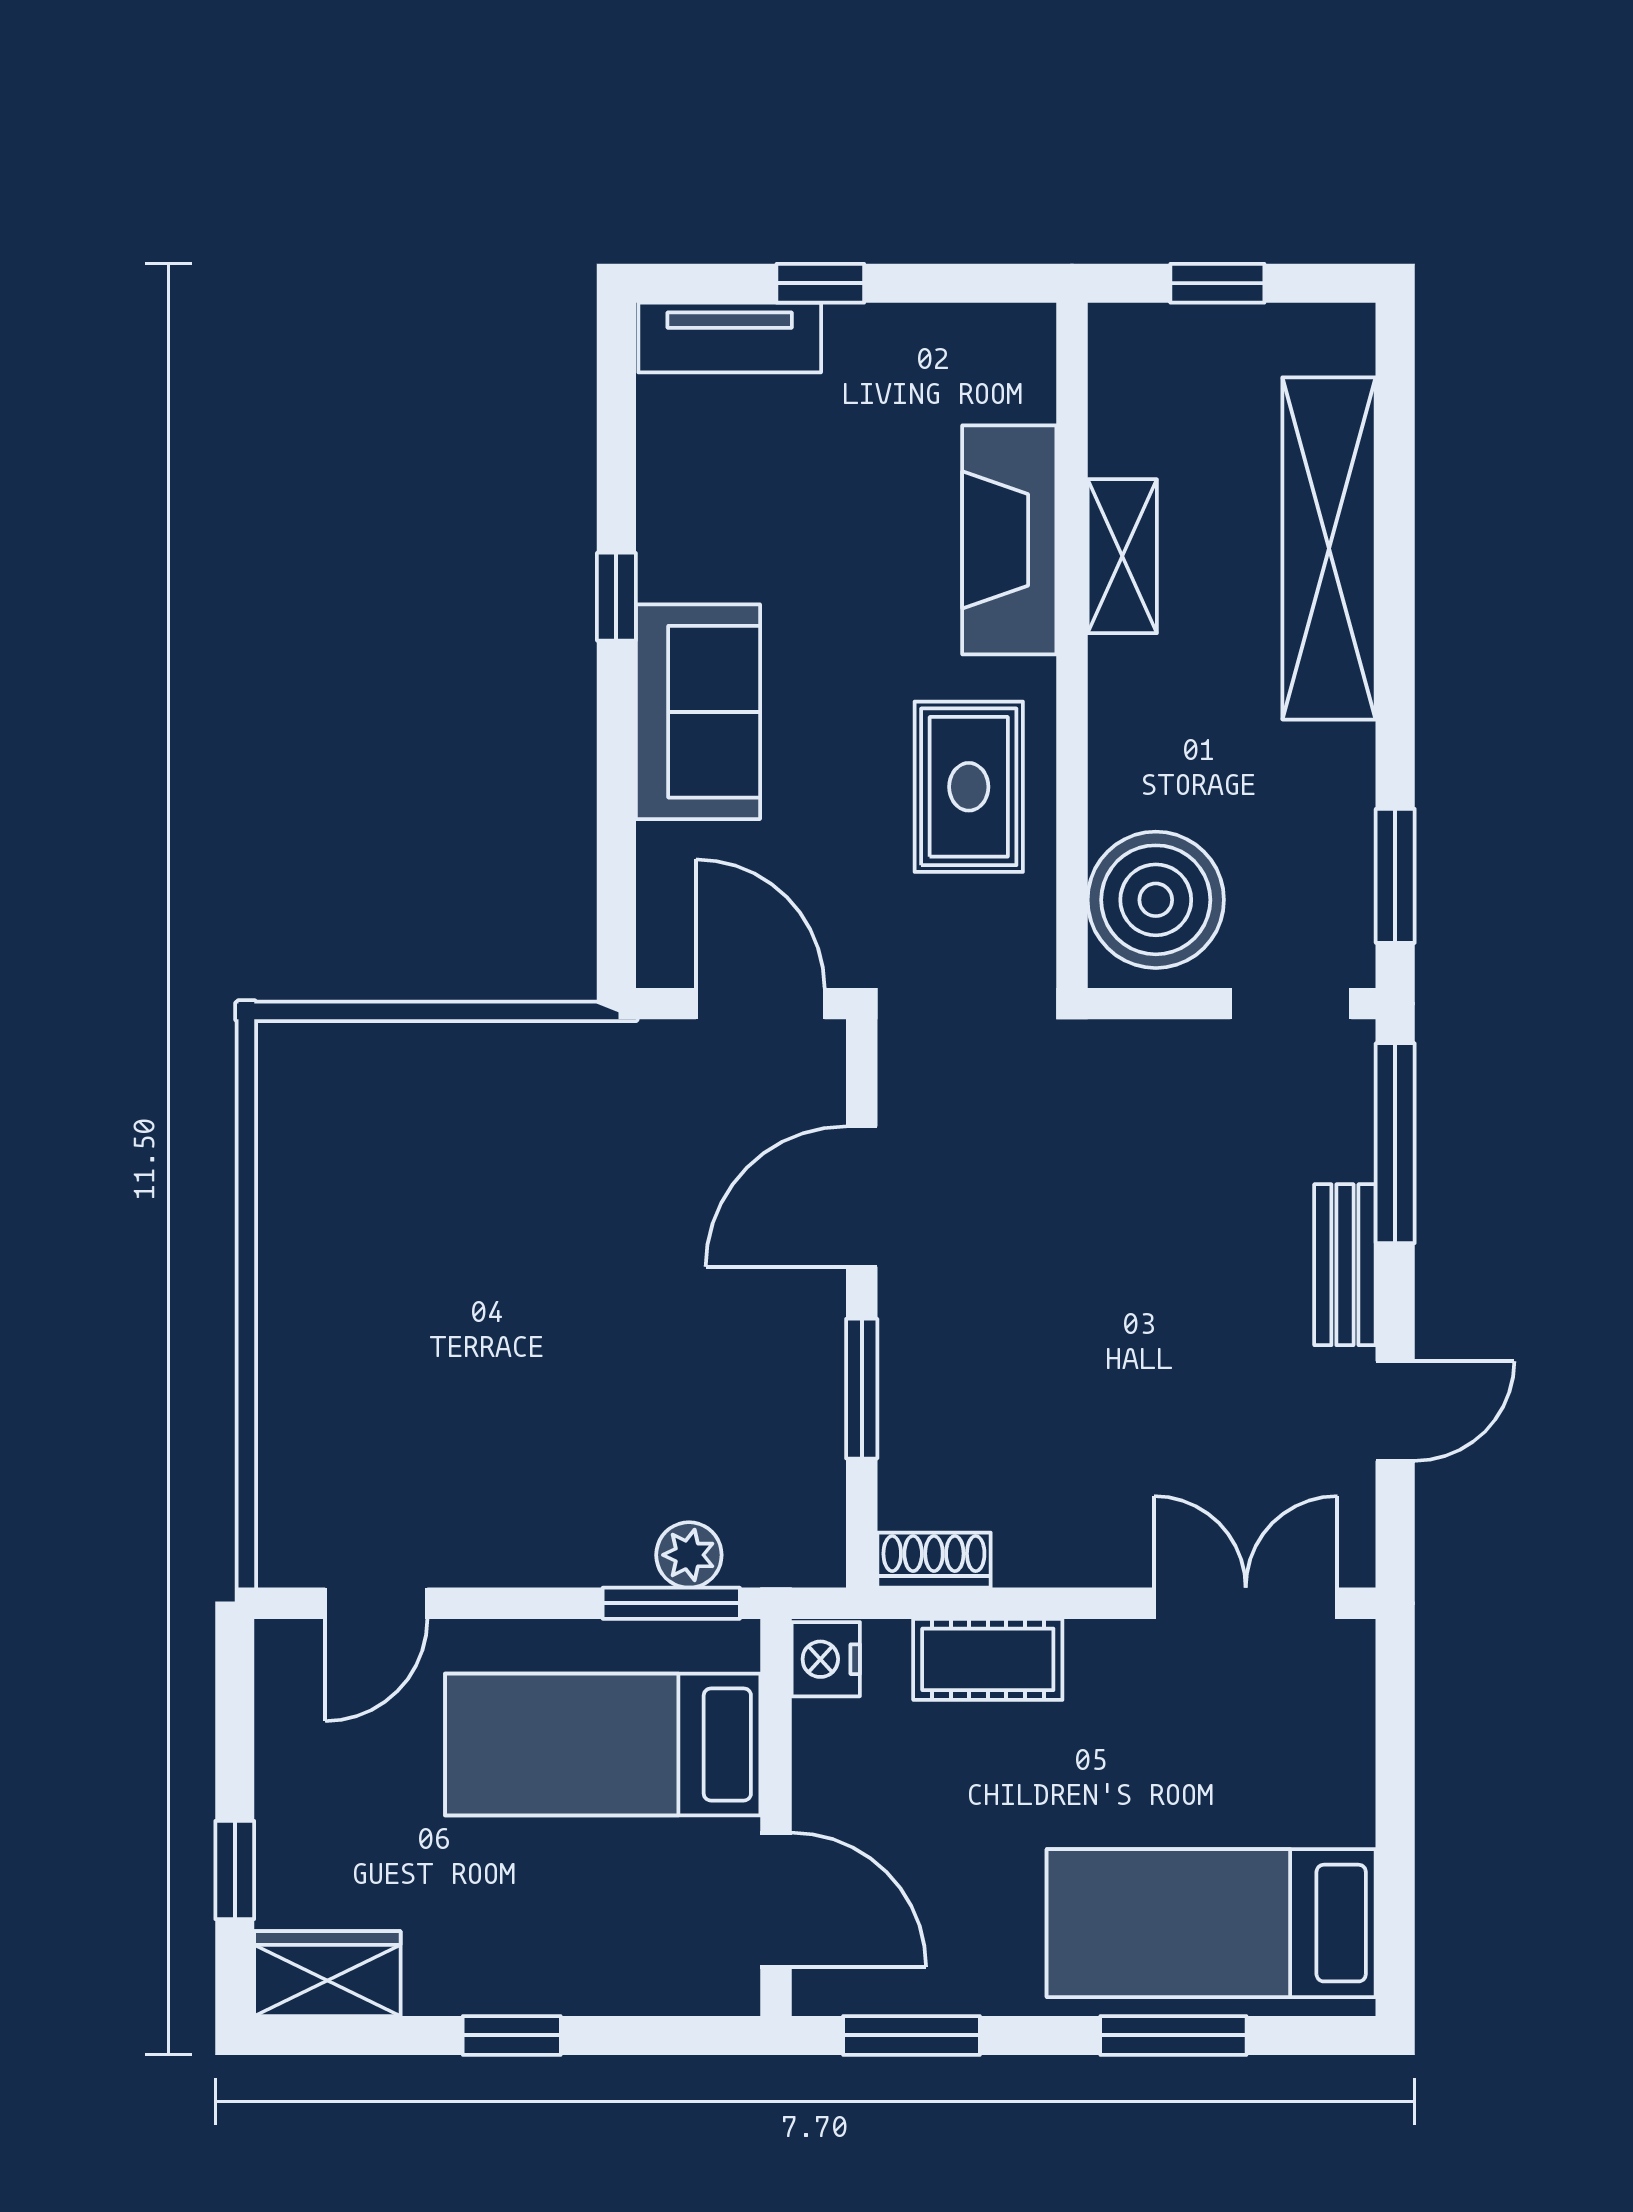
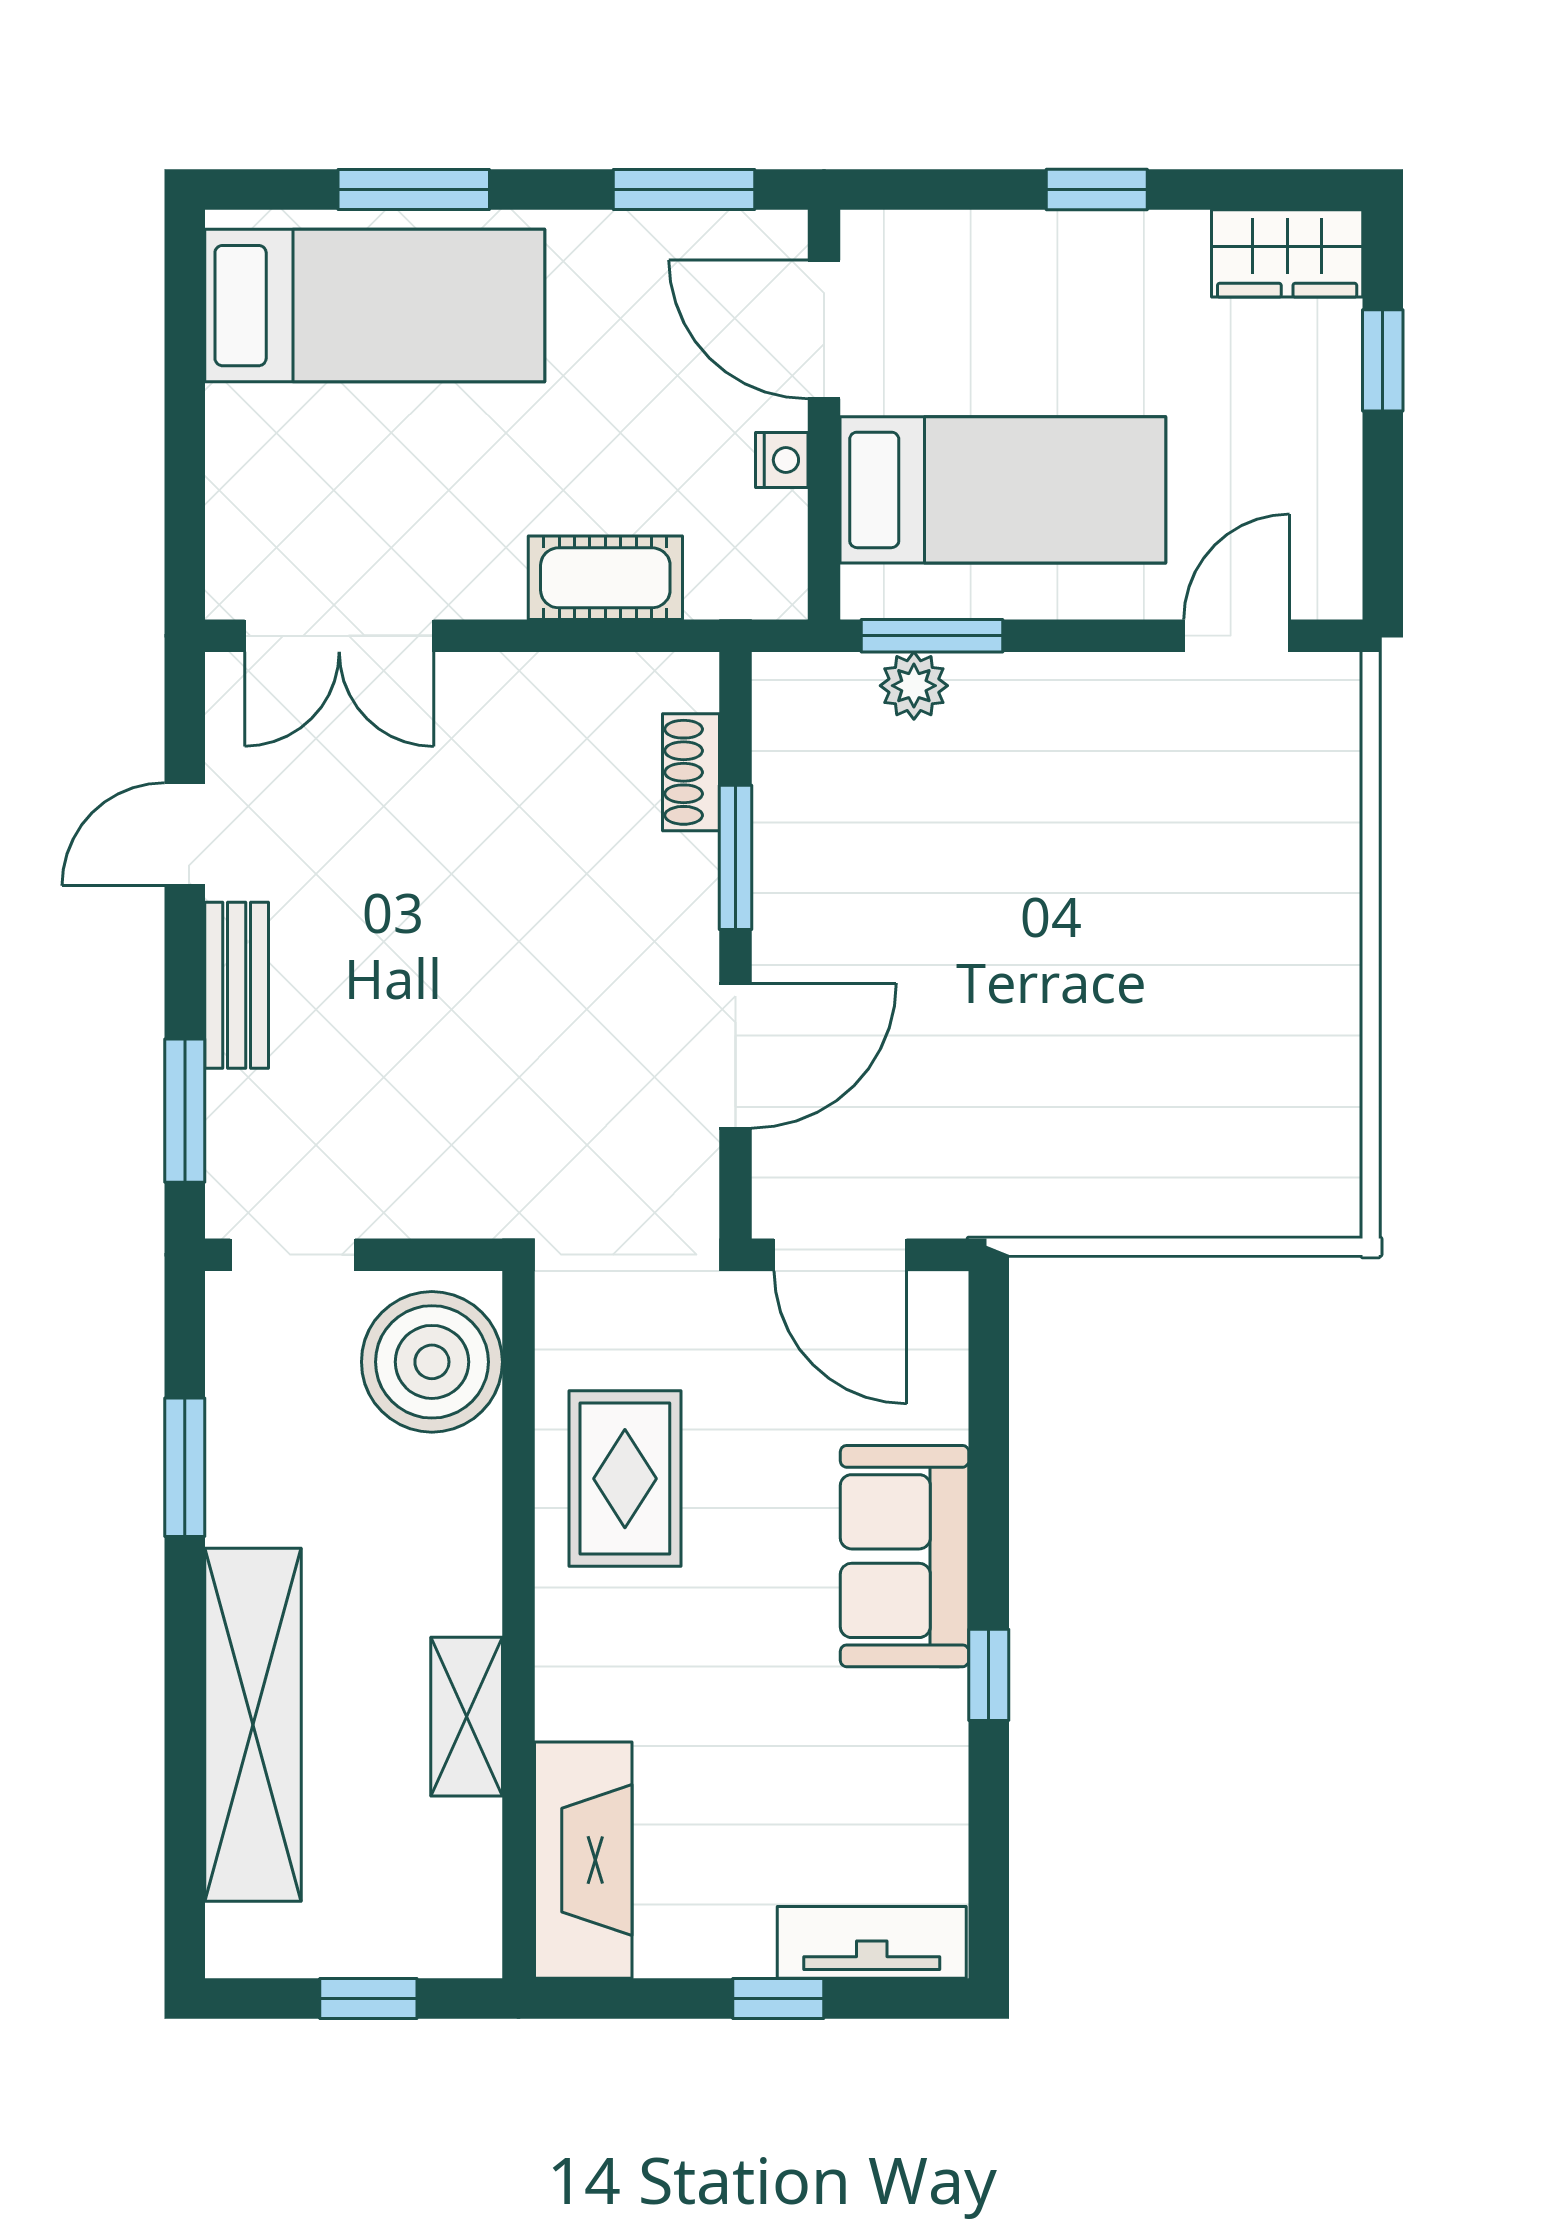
fireplace: (1009, 540) -> (583, 1860), moved
window: (1395, 876) -> (185, 1467), moved
window: (1395, 1143) -> (185, 1111), width x0.69
shoe rack: (934, 1560) -> (691, 772), moved, turned 90
nightstand: (826, 1659) -> (782, 460), moved, width x0.72, depth x0.74

